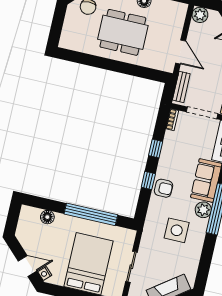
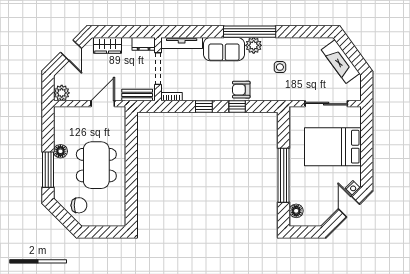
armchair: (163, 188) -> (241, 90), turned -90
window: (91, 214) -> (284, 175), moved
floor lamp: (47, 217) -> (296, 211), moved
side table: (177, 230) -> (280, 67), width x0.54, depth x0.54
sliding door: (131, 267) -> (326, 104), width x1.37

